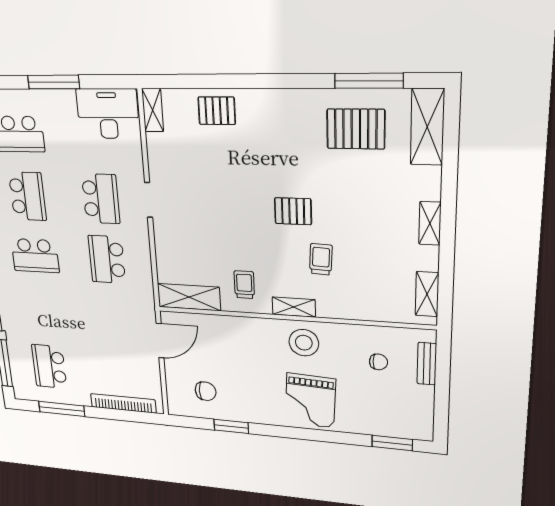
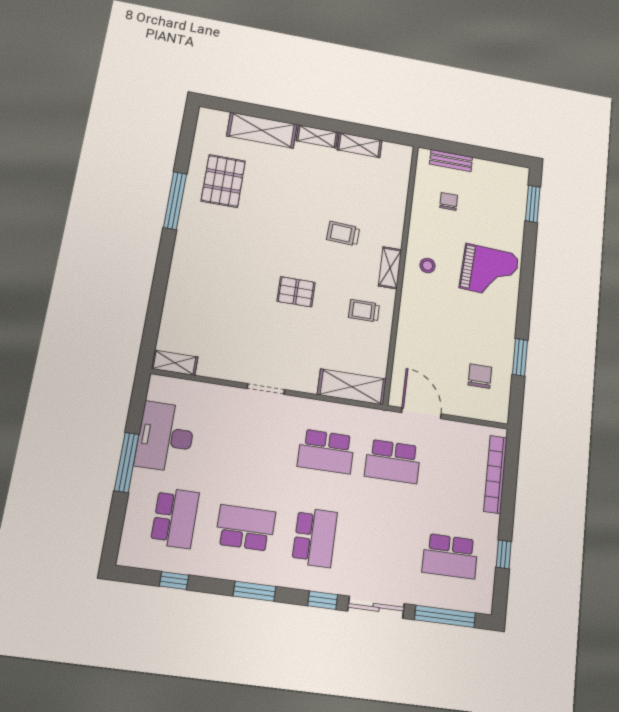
window: (369, 81) -> (175, 201), moved
pallet: (217, 111) -> (186, 300), removed
desk: (108, 114) -> (165, 437), moved
shelving: (427, 127) -> (262, 130), moved
school desk: (101, 199) -> (393, 461), moved, turned 180
pallet: (293, 211) -> (296, 292), moved, turned 90
shelving: (427, 294) -> (360, 145), moved
shelving: (189, 297) -> (352, 387), moved, turned 90
stool: (304, 343) -> (427, 266), width x0.53, depth x0.53
window: (62, 409) -> (504, 554), width x0.46

